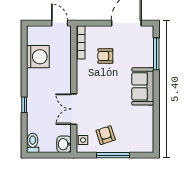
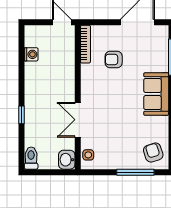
washing machine: (38, 57) -> (31, 54), width x0.53, depth x0.53
armchair: (106, 135) -> (153, 153), moved
window: (113, 155) -> (135, 172), moved

